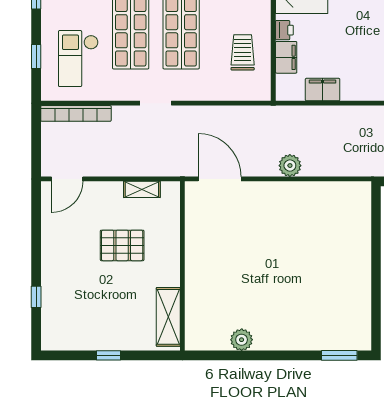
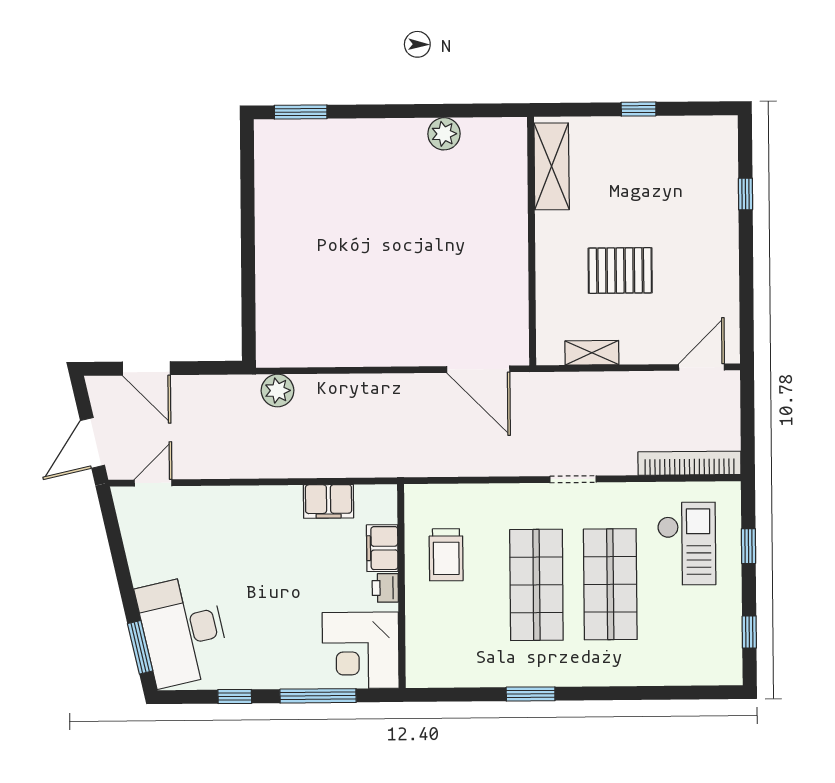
plant: (290, 166) -> (278, 391), moved

